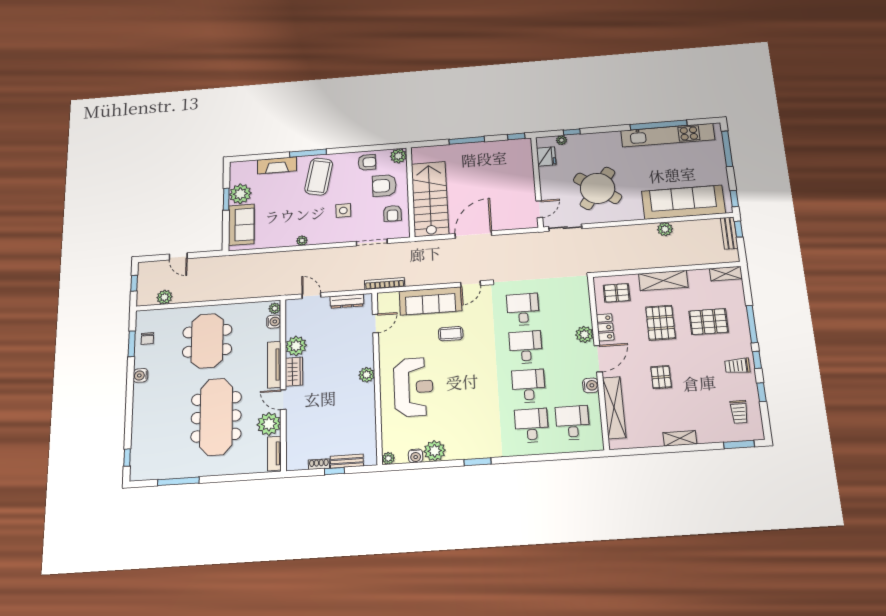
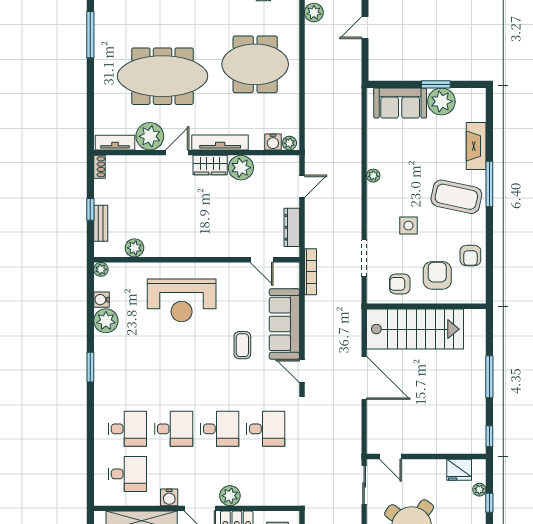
plant: (398, 156) -> (476, 294), removed
plant: (367, 375) -> (134, 248), moved
shoe rack: (319, 464) -> (99, 167), moved

